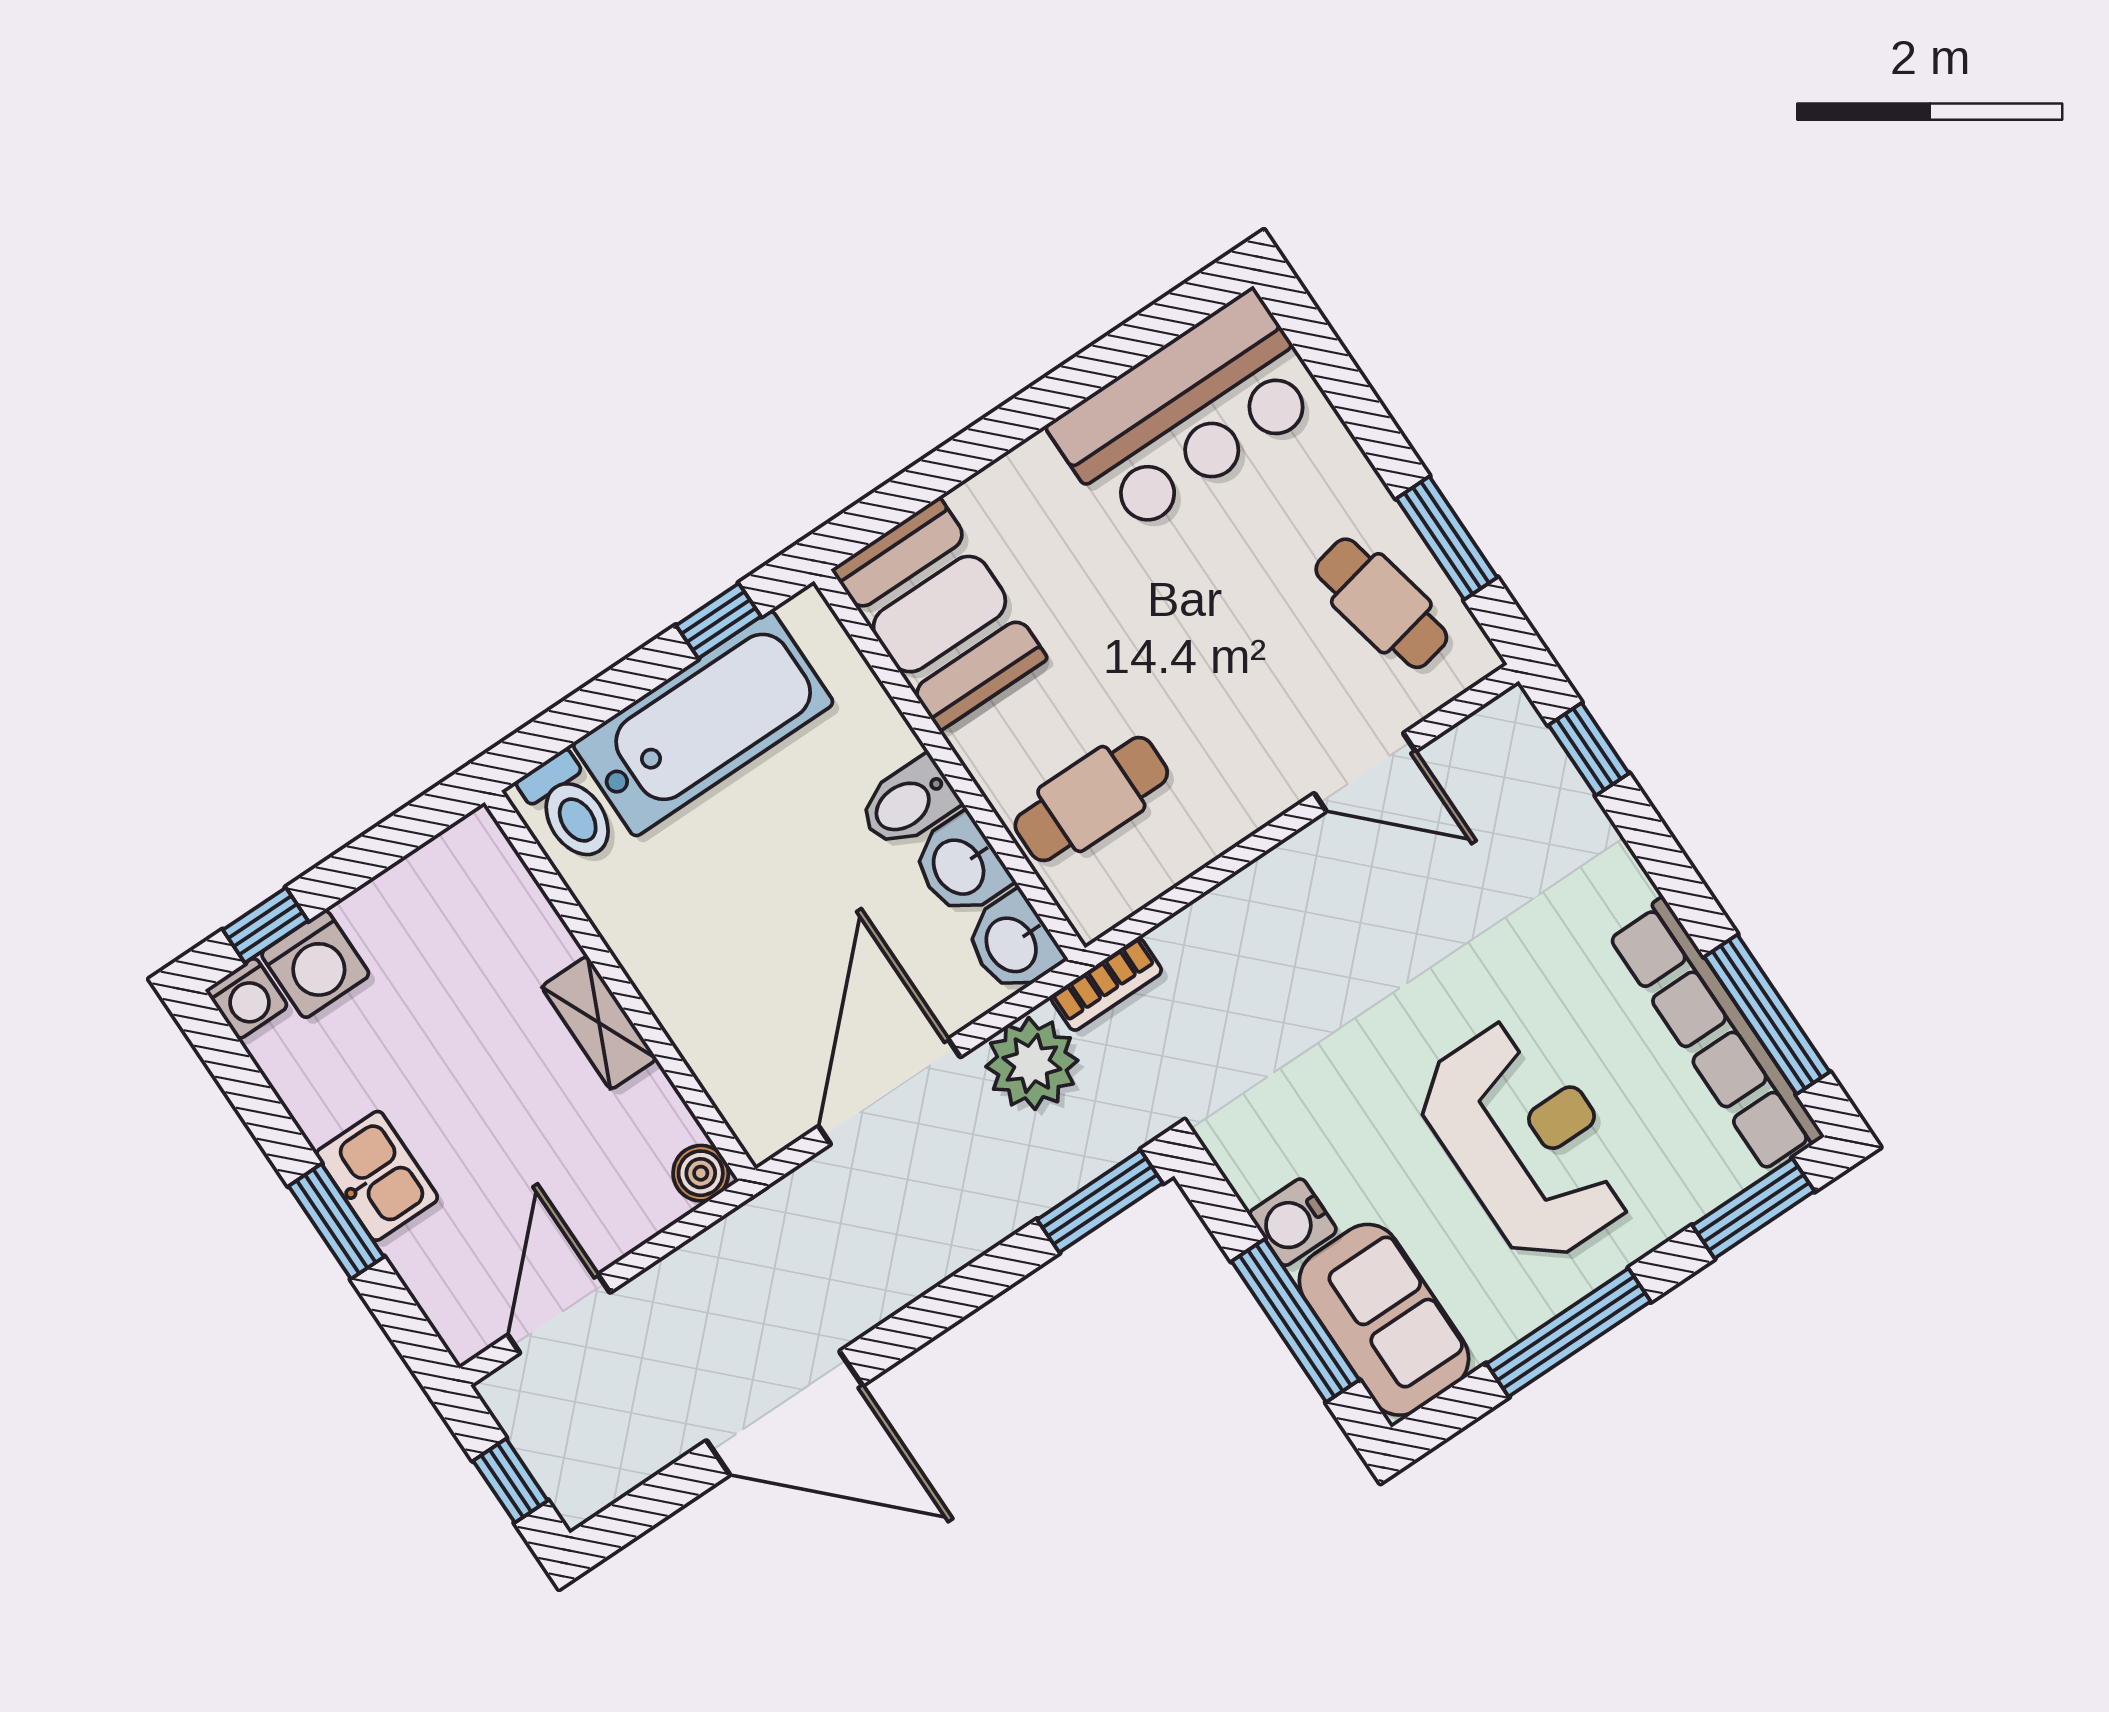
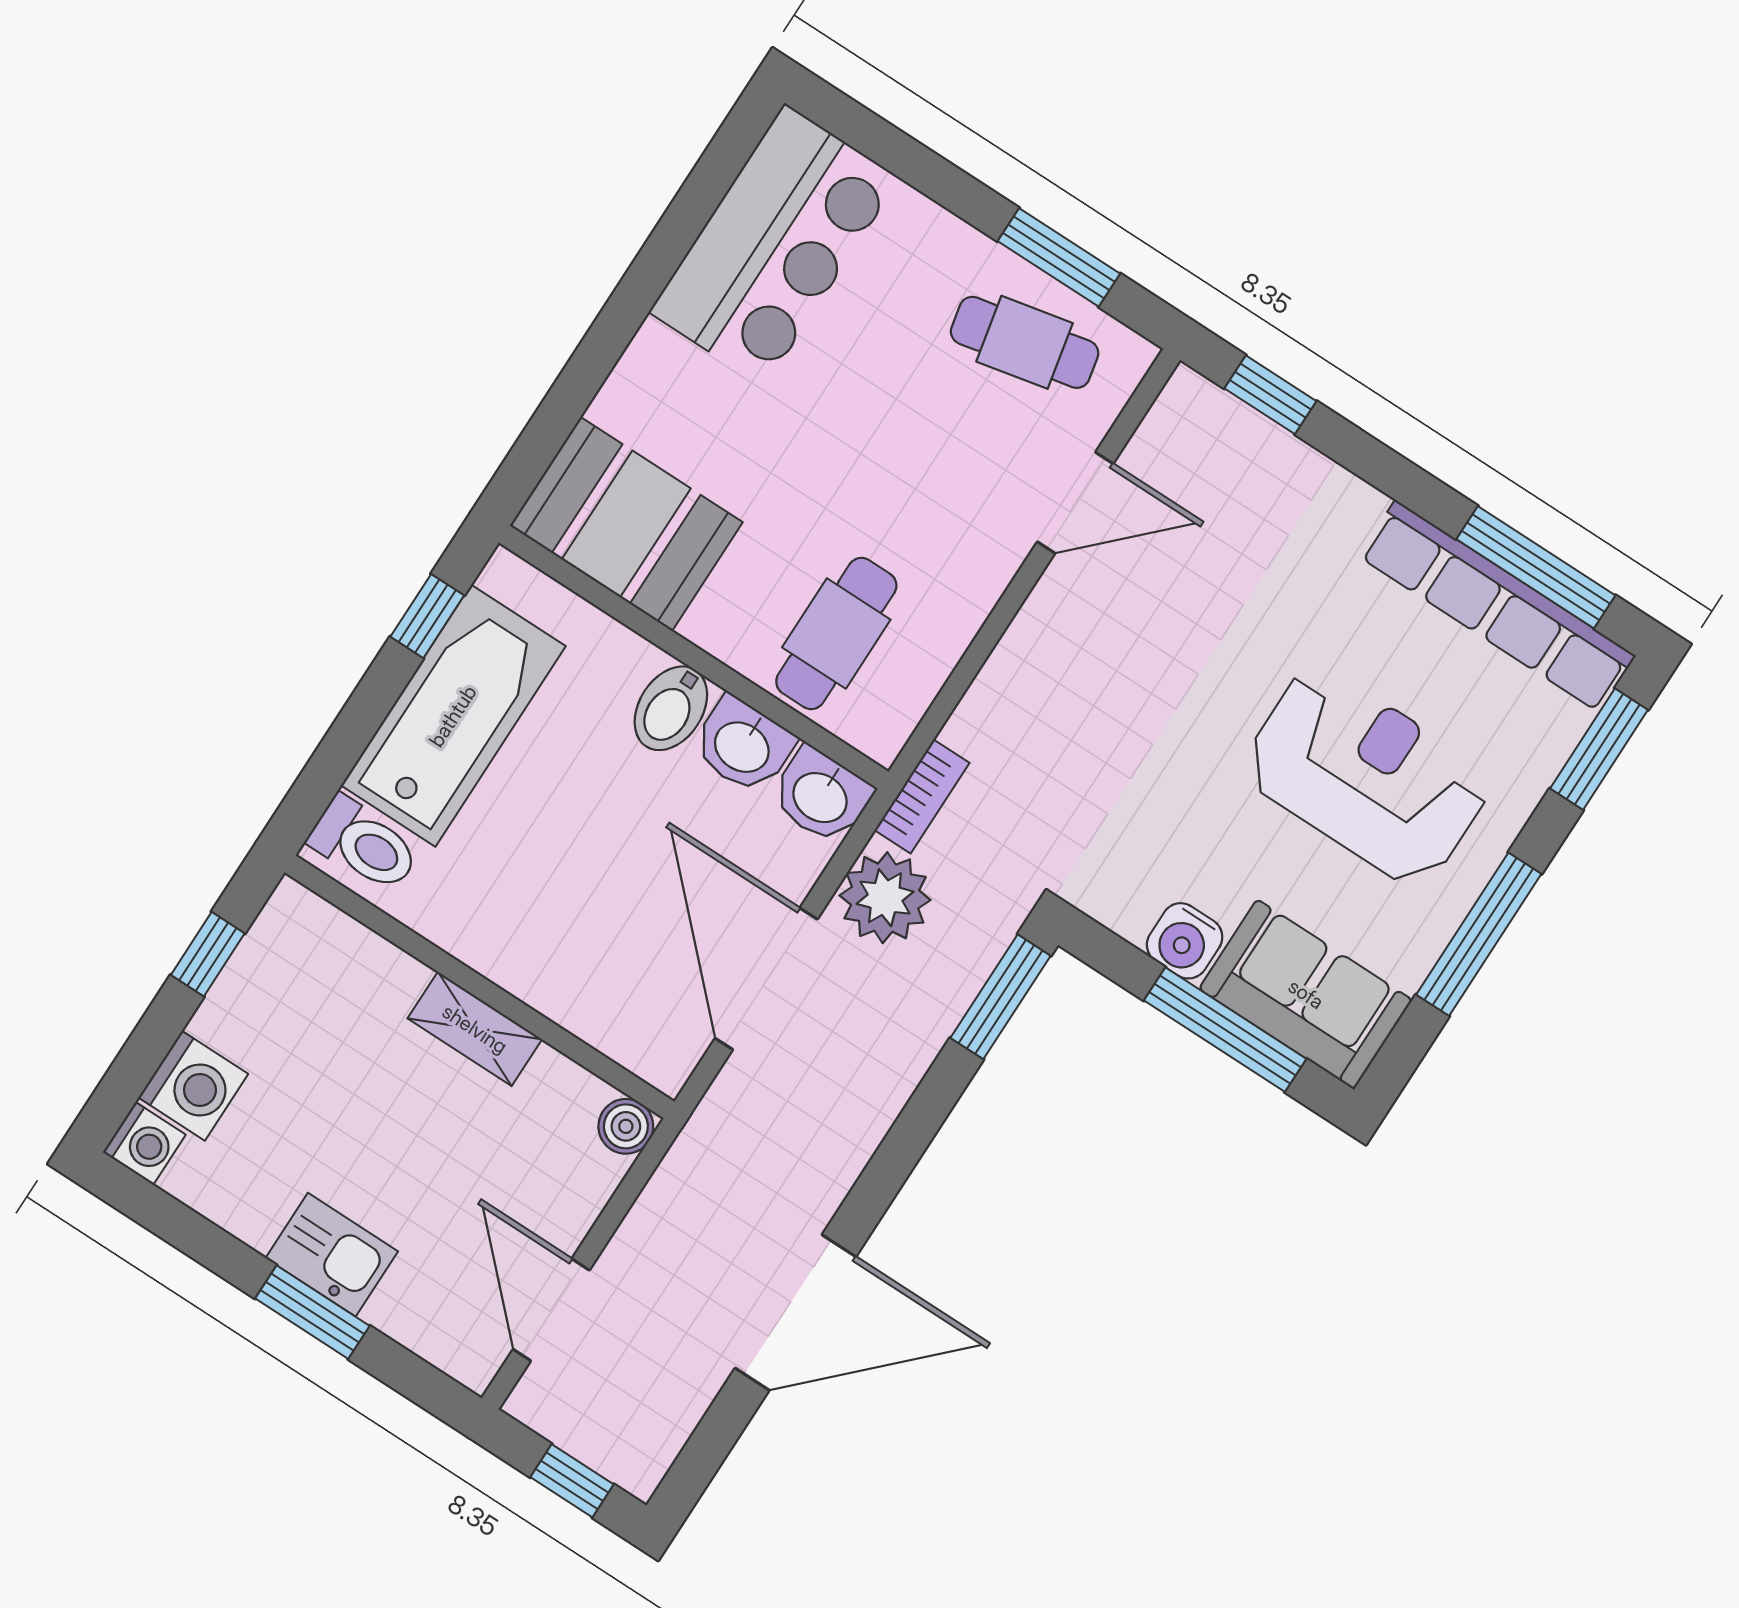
window: (265, 925) -> (208, 954), moved

